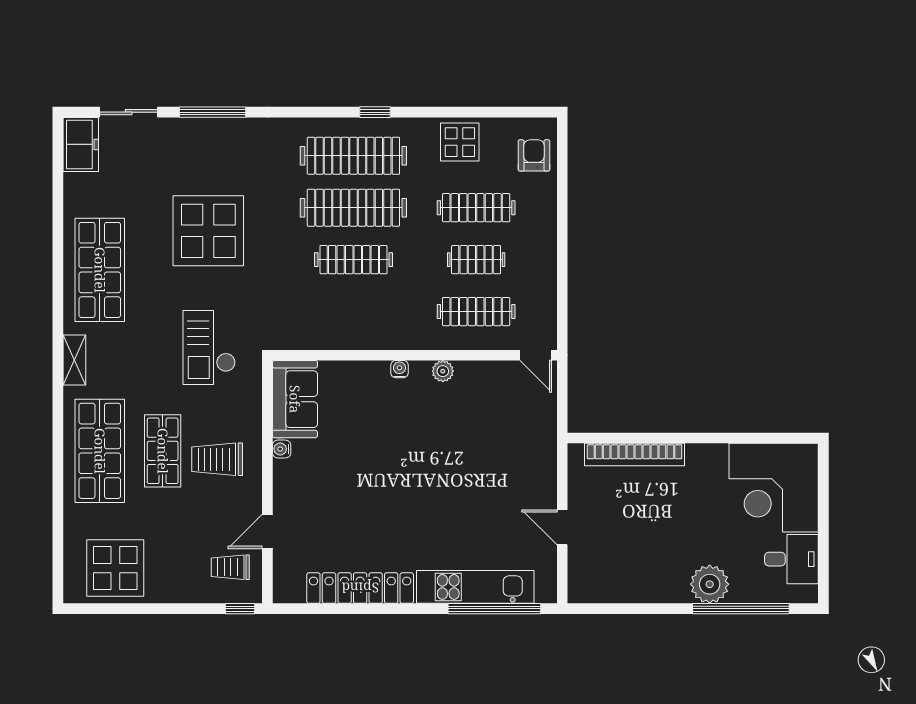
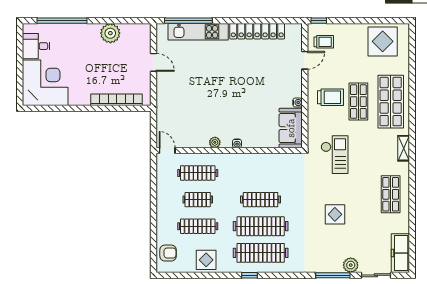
plant: (178, 132) -> (351, 265), added
freezer: (81, 144) -> (400, 253), width x1.40
armchair: (534, 155) -> (168, 253), turned -90
display table: (208, 231) -> (335, 214), width x0.54, depth x0.54
shop shelf: (100, 270) -> (391, 194), width x0.70, depth x0.74
plant: (710, 584) -> (110, 33), moved

